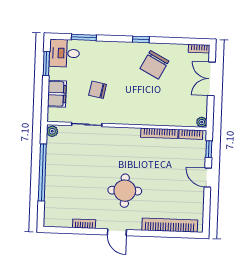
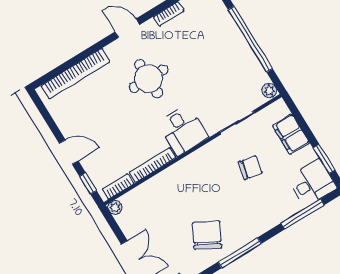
window: (84, 37) -> (302, 214), width x1.44
window: (141, 39) -> (240, 253), width x2.17
desk: (125, 143) -> (183, 130), added

